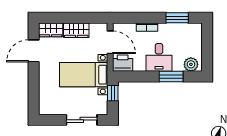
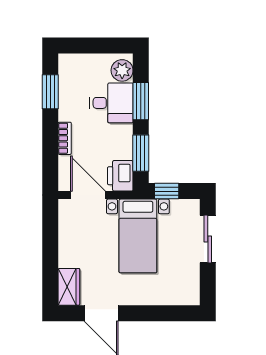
wardrobe: (76, 30) -> (69, 247), removed
door: (110, 42) -> (88, 195), hinge flipped
desk: (159, 57) -> (111, 103), moved
window: (137, 77) -> (141, 153), added

